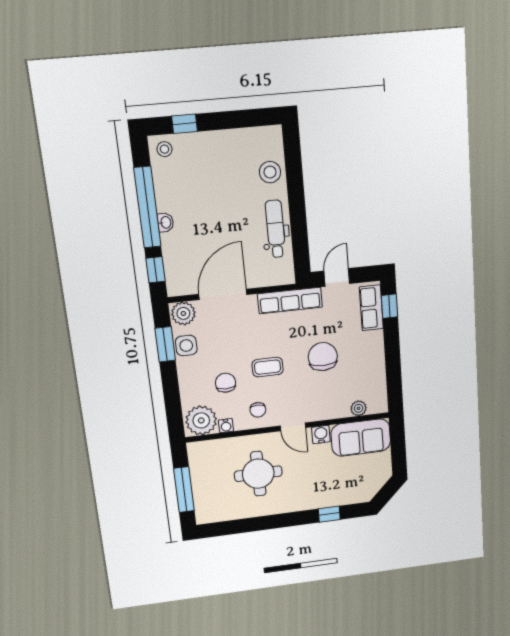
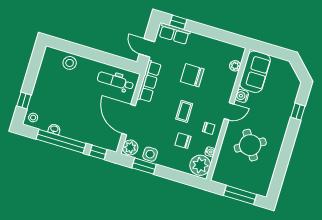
washbasin: (165, 222) -> (54, 129), moved
dental chair: (276, 229) -> (115, 81), moved
round table: (258, 474) -> (250, 145), turned -31

